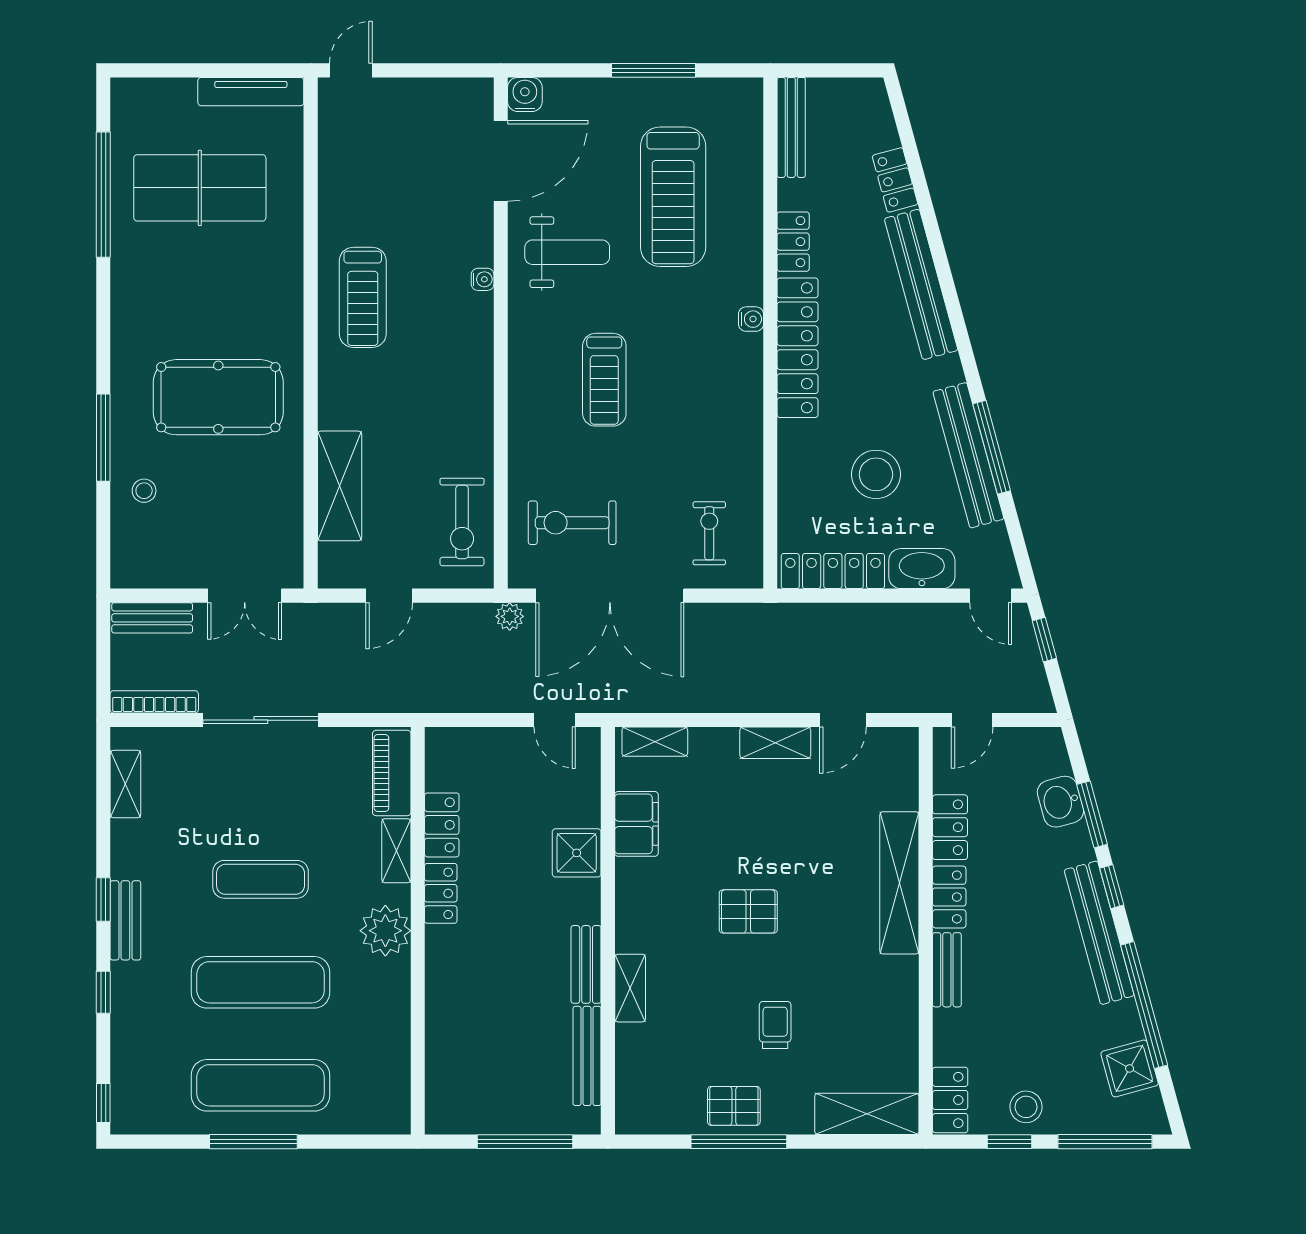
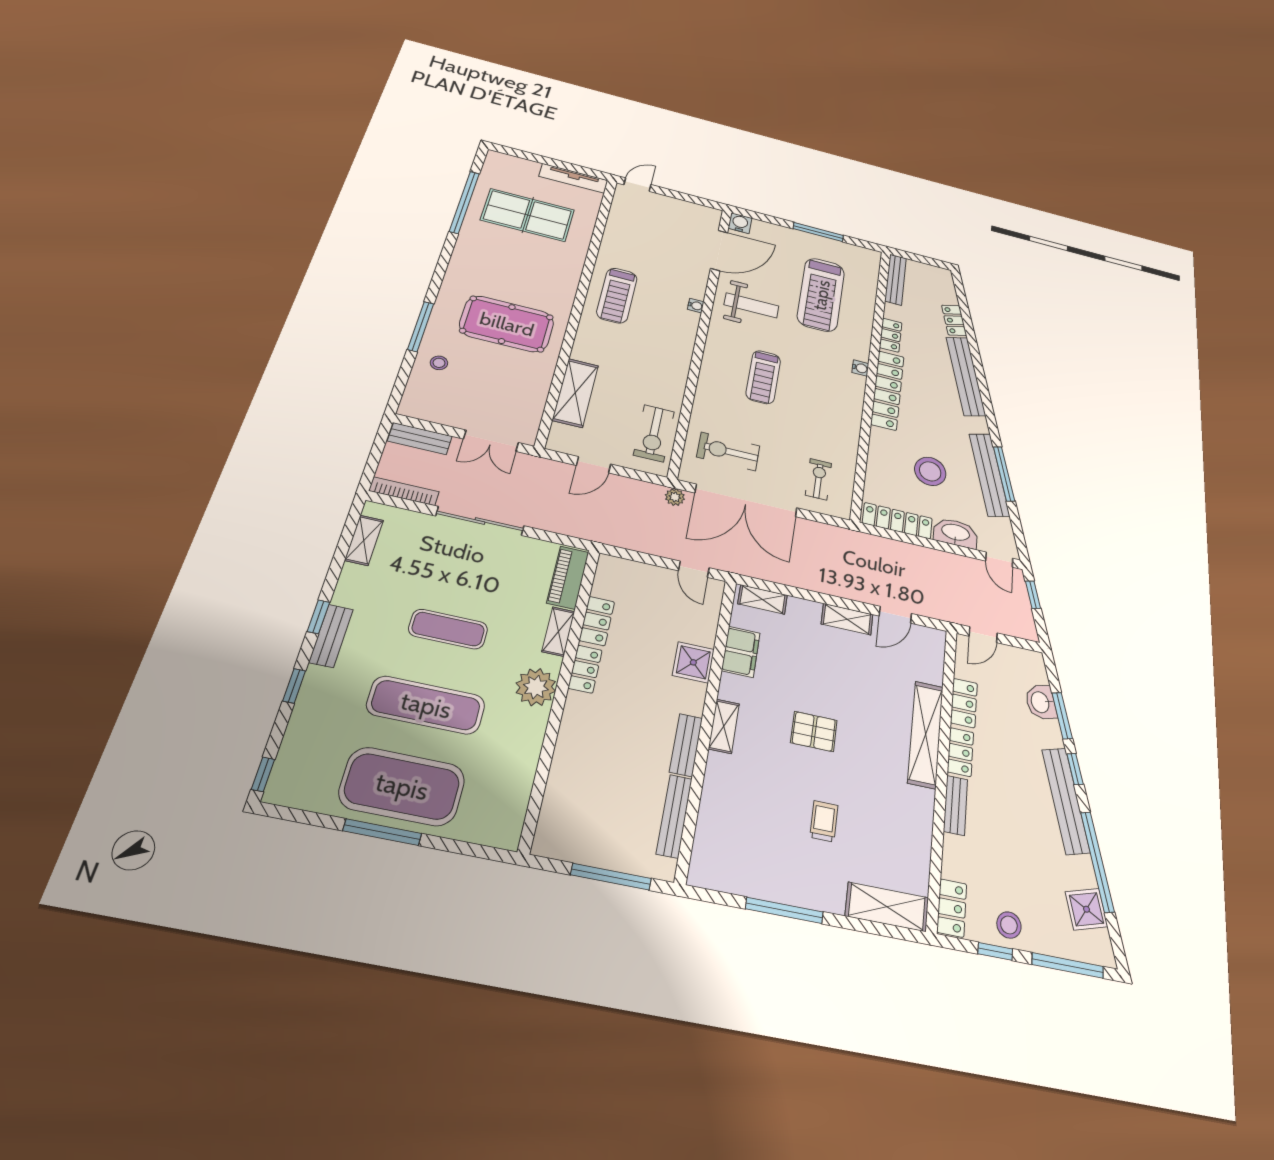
shelving: (630, 988) -> (724, 726), moved
exercise mat: (261, 1085) -> (402, 786), width x1.47
pallet: (734, 1106) -> (784, 880), removed

